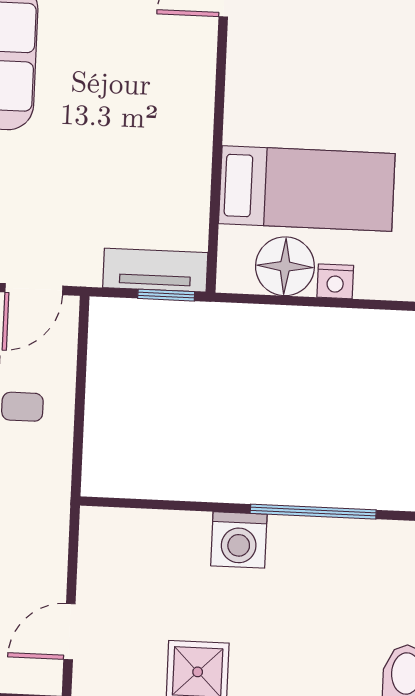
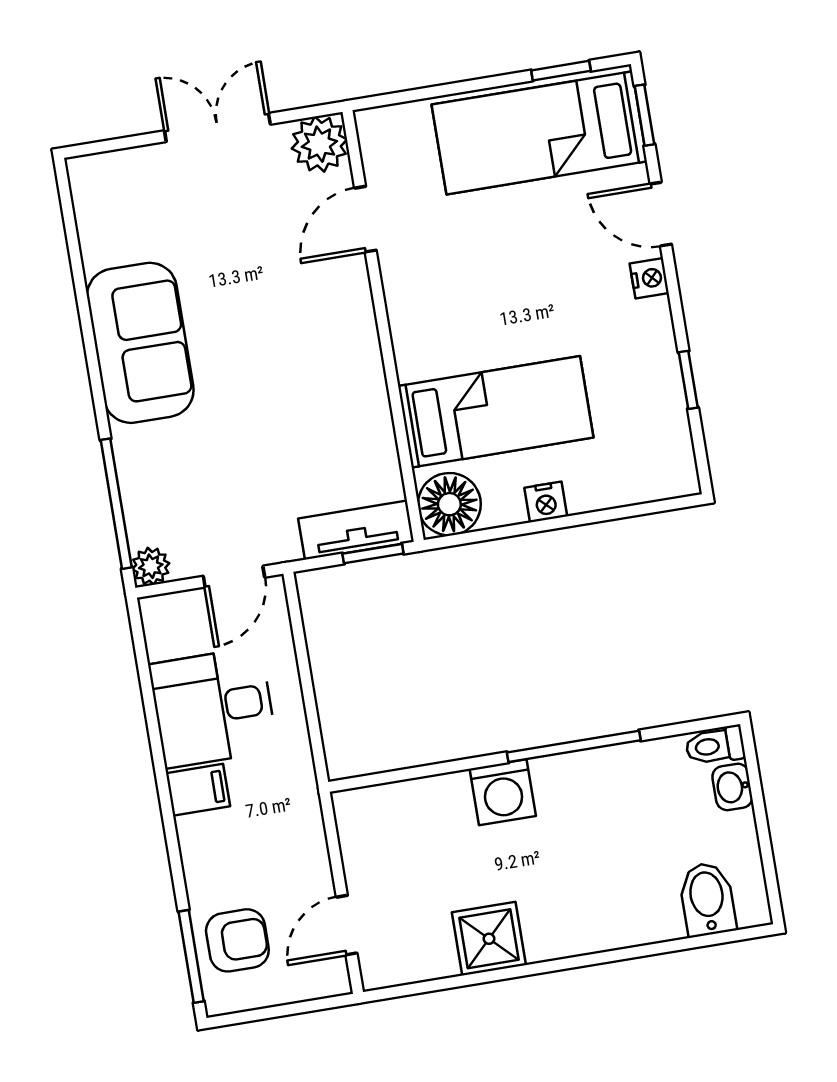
floor lamp: (285, 266) -> (449, 504), moved

